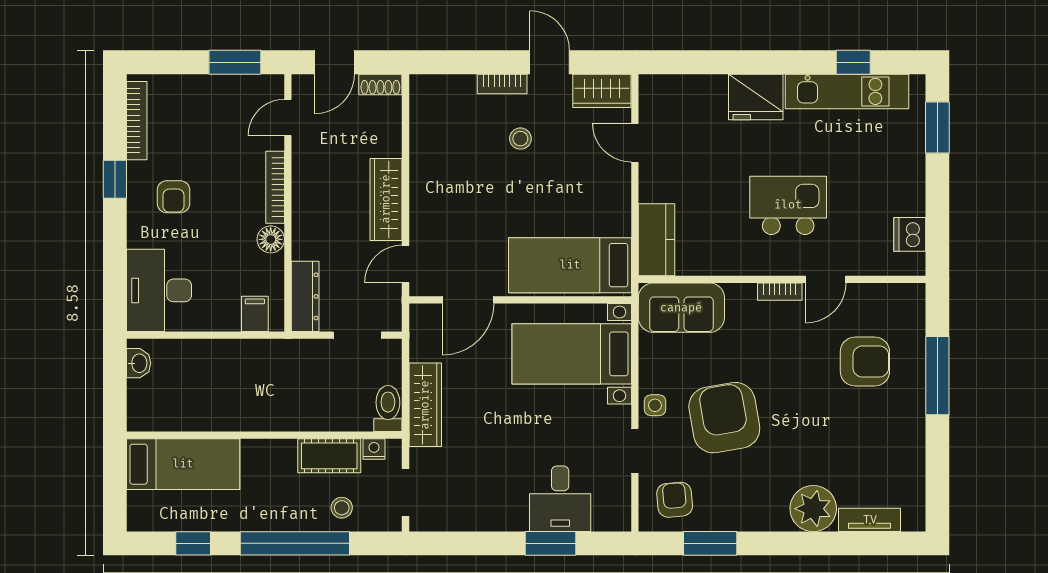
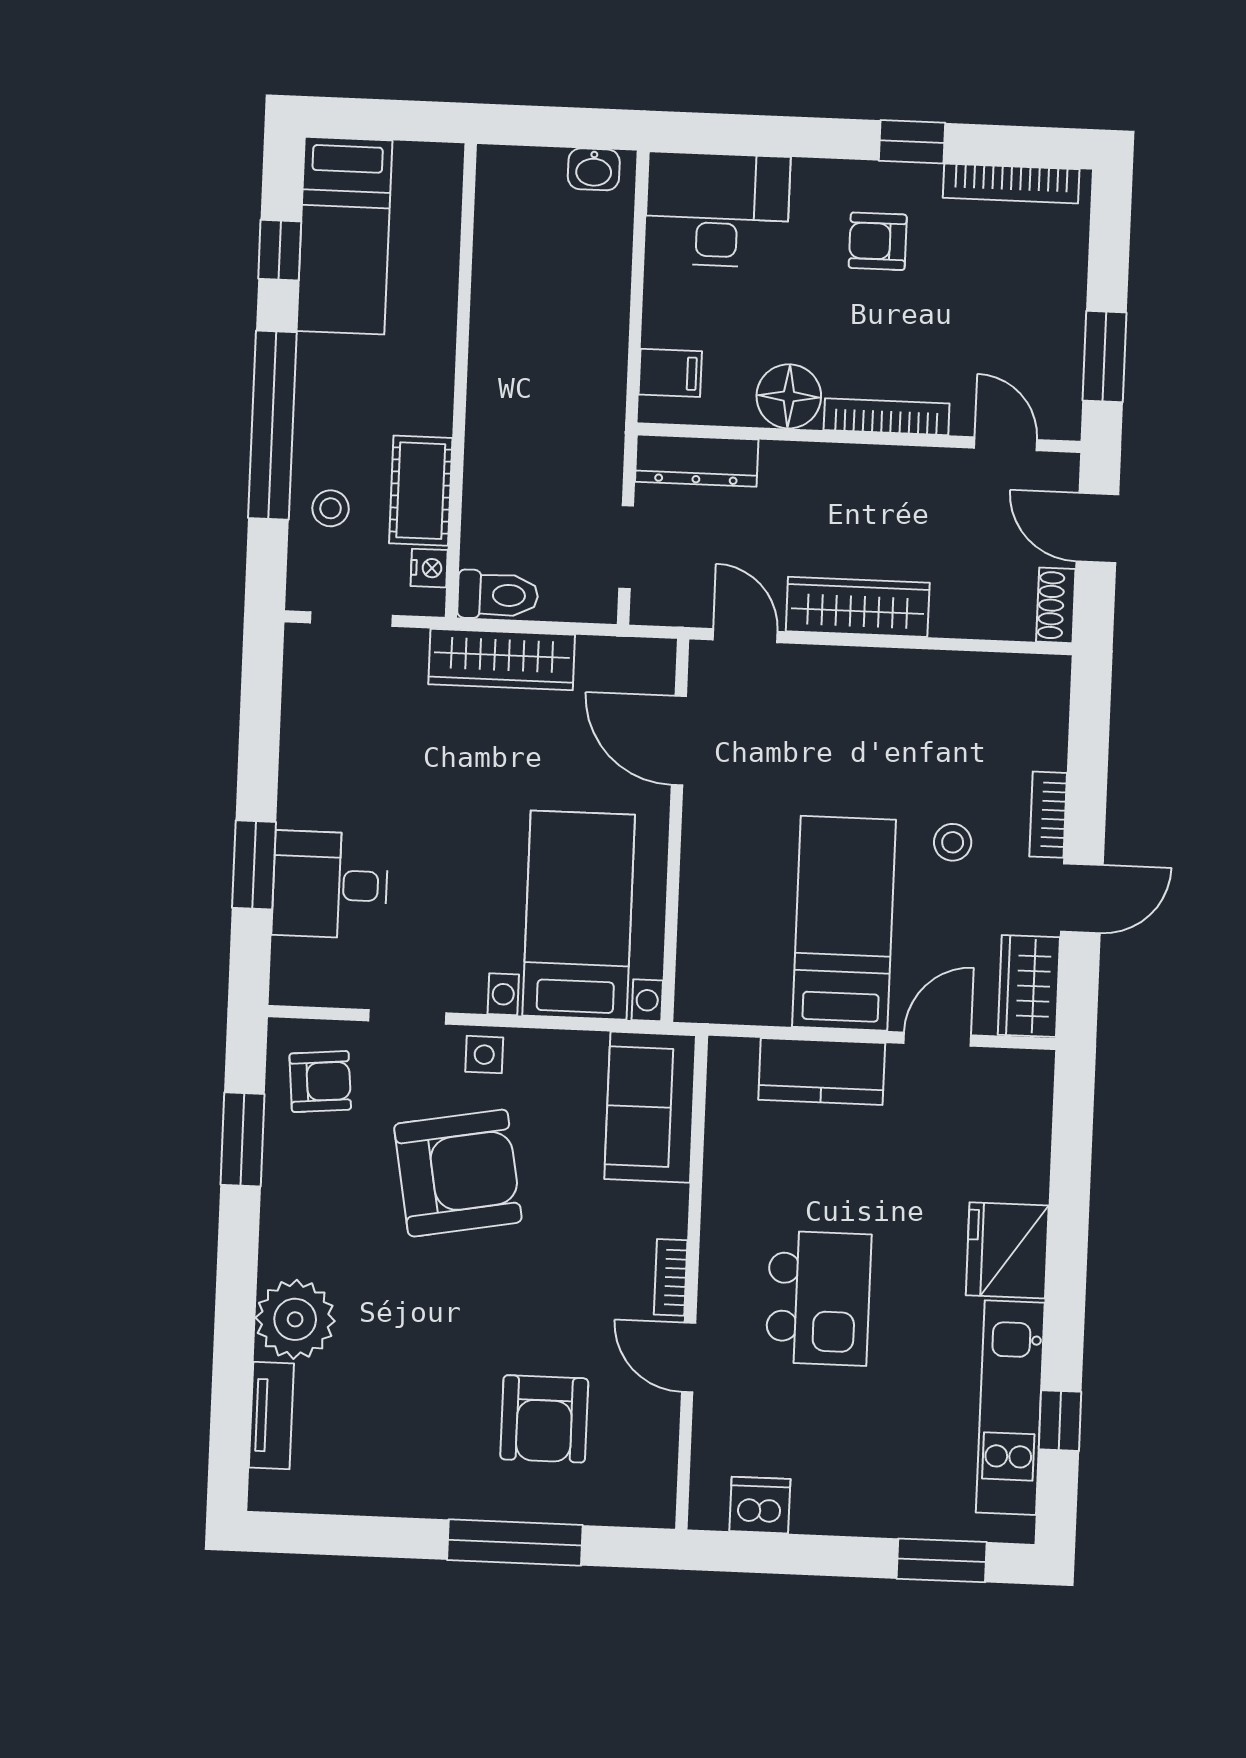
floor lamp: (271, 239) -> (789, 396), width x1.38, depth x1.38
kitchen counter: (657, 240) -> (822, 1071), moved
bed: (570, 265) -> (844, 923), moved
bed: (183, 464) -> (344, 236), moved

